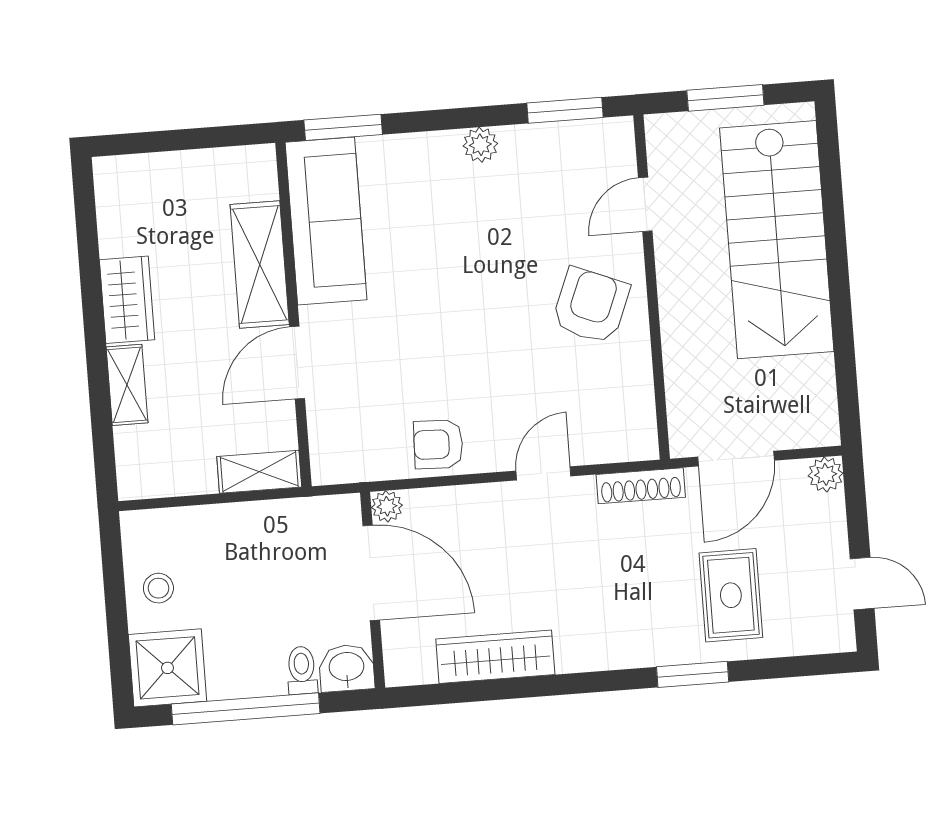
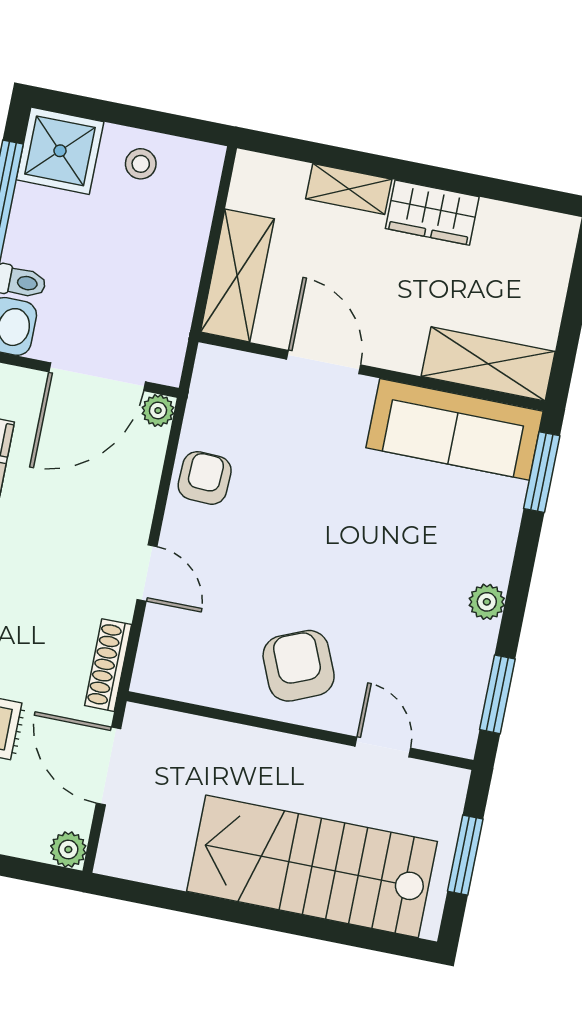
shelving: (260, 265) -> (488, 364), moved
armchair: (591, 306) -> (299, 666), turned -135
shelving: (259, 472) -> (237, 275), width x1.50, depth x1.33

